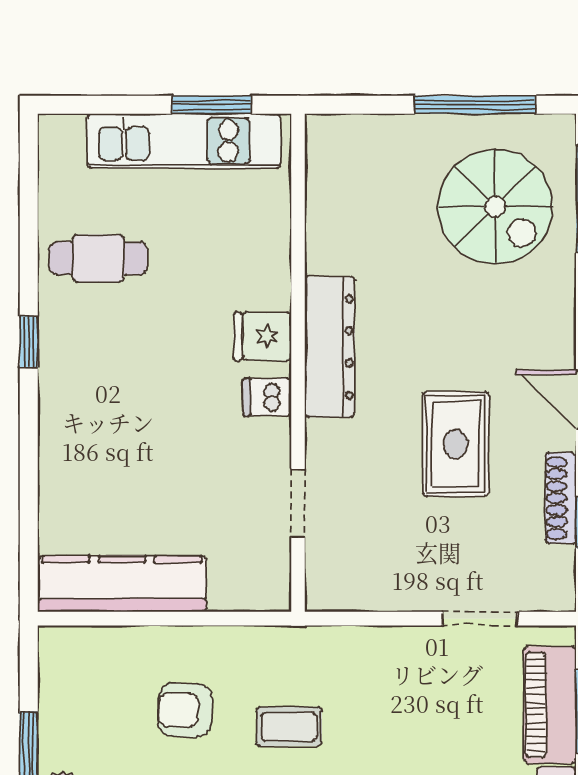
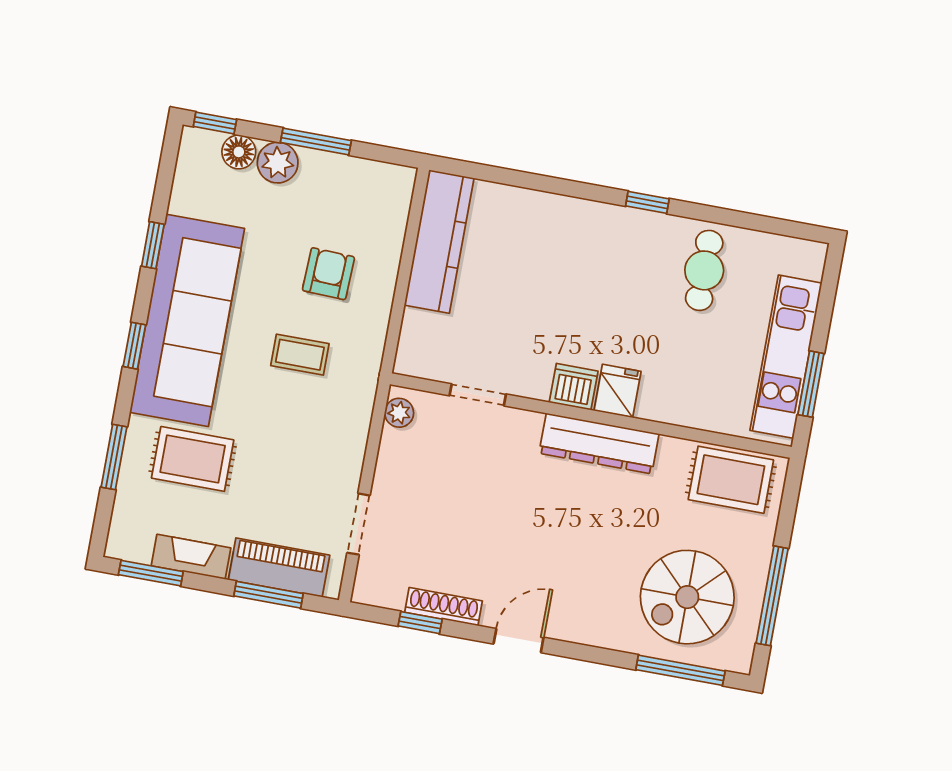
dishwasher: (267, 397) -> (574, 387), width x1.38
rug: (456, 444) -> (731, 480), moved
plant: (337, 594) -> (399, 413), added
coffee table: (289, 727) -> (300, 355), turned 90

